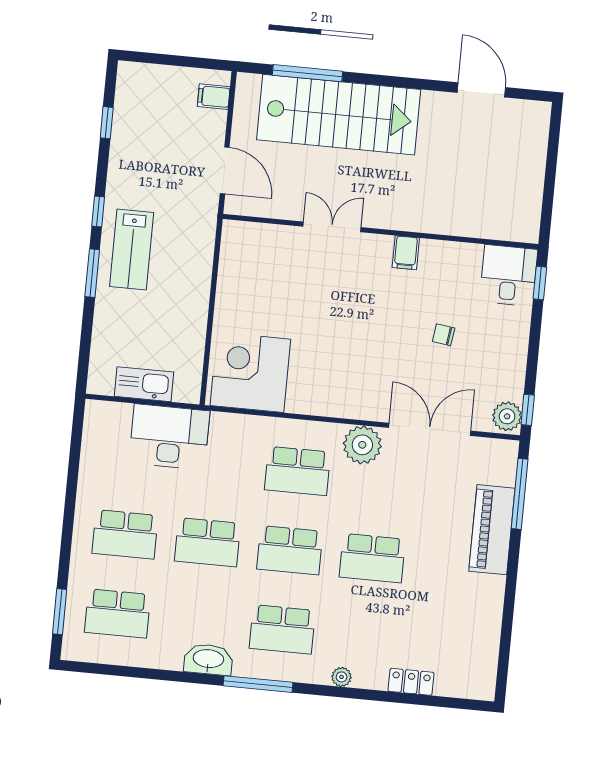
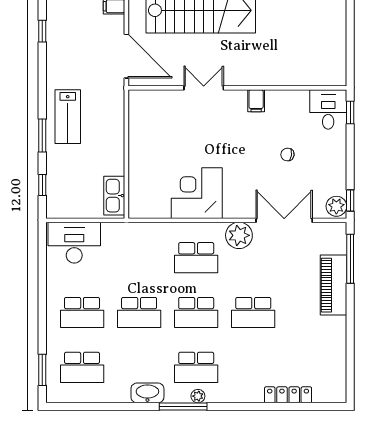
door: (225, 170) -> (126, 56), width x1.36
window: (98, 211) -> (42, 185), moved
corner desk: (250, 372) -> (197, 193), moved
kitchen sink: (144, 384) -> (114, 196), moved, turned -90
desk: (169, 437) -> (74, 243), moved
plant: (342, 677) -> (198, 396), moved
locker: (411, 682) -> (288, 395), width x1.53

